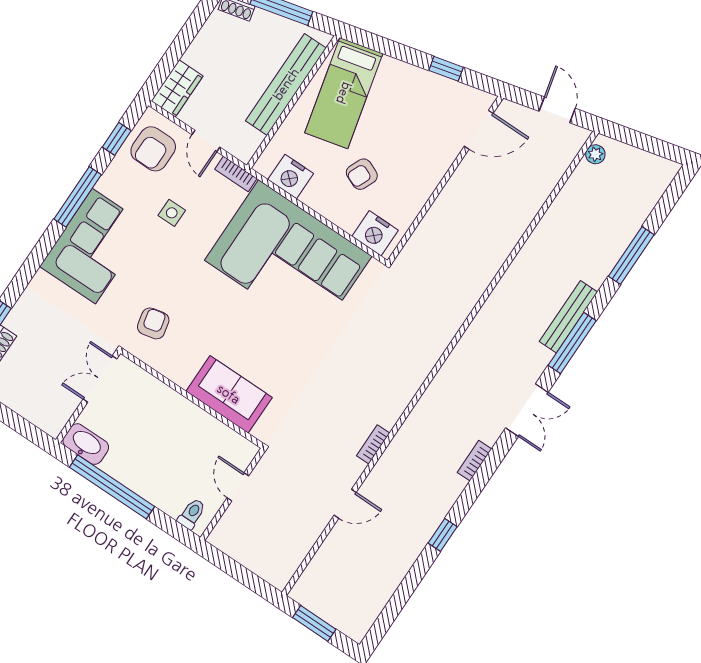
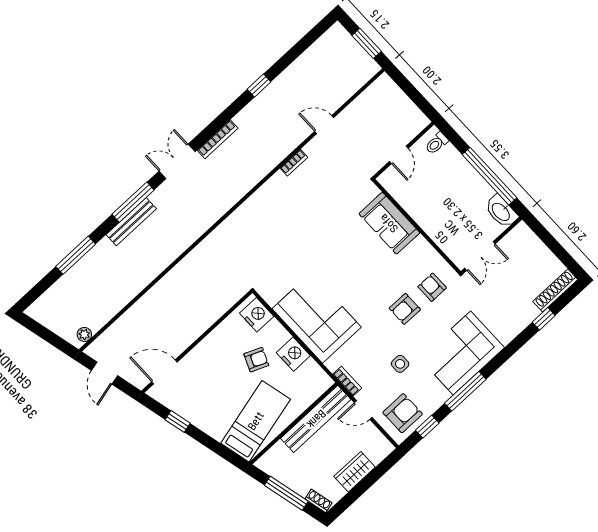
bench: (286, 84) -> (316, 419), moved
wardrobe: (177, 88) -> (355, 472), moved
door: (206, 141) -> (363, 410), swing flipped
nightstand: (291, 177) -> (293, 354), moved
corner sofa: (288, 258) -> (317, 318), width x0.73, depth x0.74
armchair: (182, 287) -> (405, 309), added
armchair: (153, 323) -> (432, 287), turned 103
bookcase: (474, 461) -> (218, 139), width x1.56

